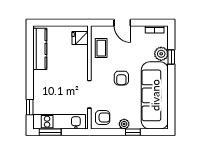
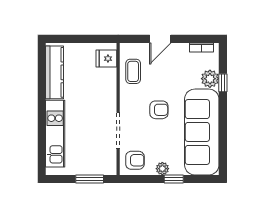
door: (122, 23) -> (160, 39), hinge flipped
armchair: (121, 78) -> (159, 110), turned -90
window: (30, 107) -> (42, 147), removed
kitchen unit: (59, 122) -> (55, 134), moved, turned 90
window: (50, 132) -> (90, 179), moved

